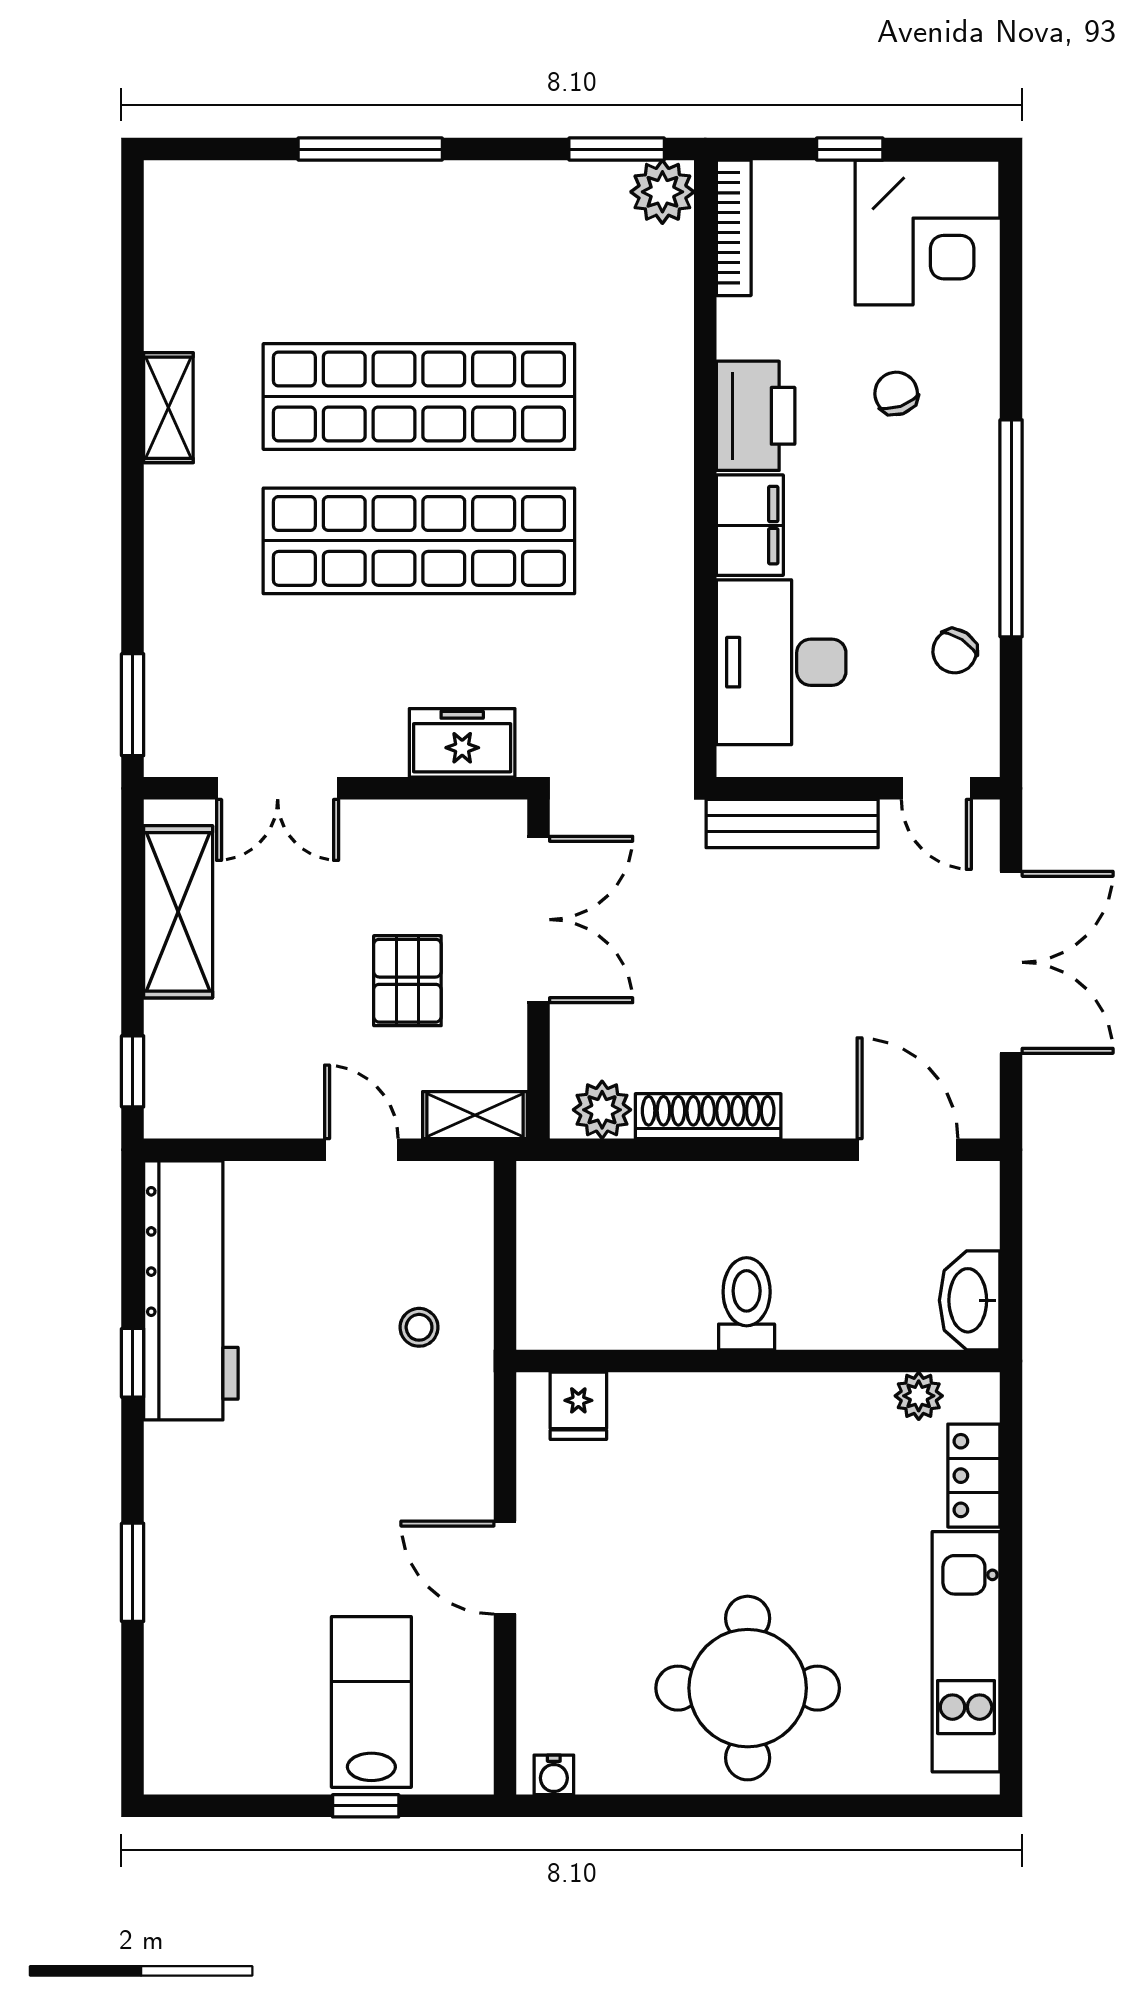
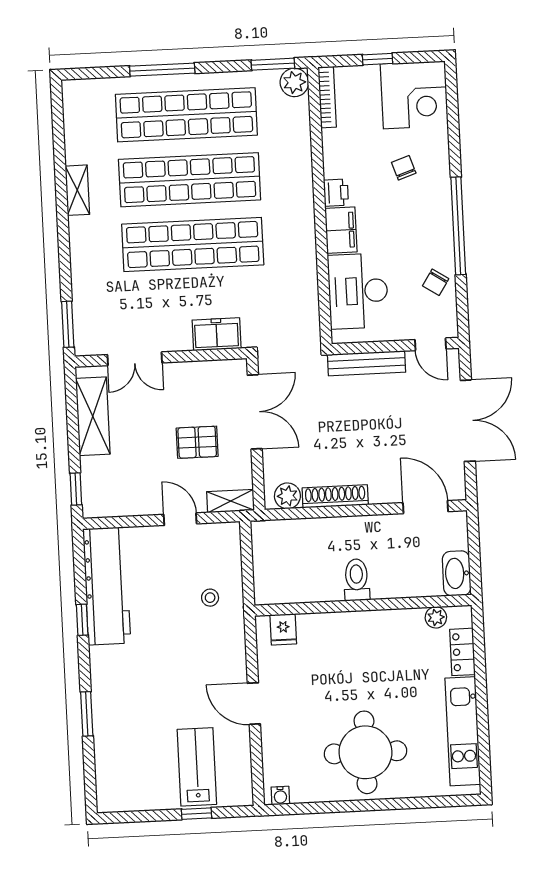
shop shelf: (419, 252) -> (186, 115), added
printer: (756, 416) -> (336, 193), width x0.53, depth x0.68
pallet: (407, 981) -> (197, 442), turned 90

